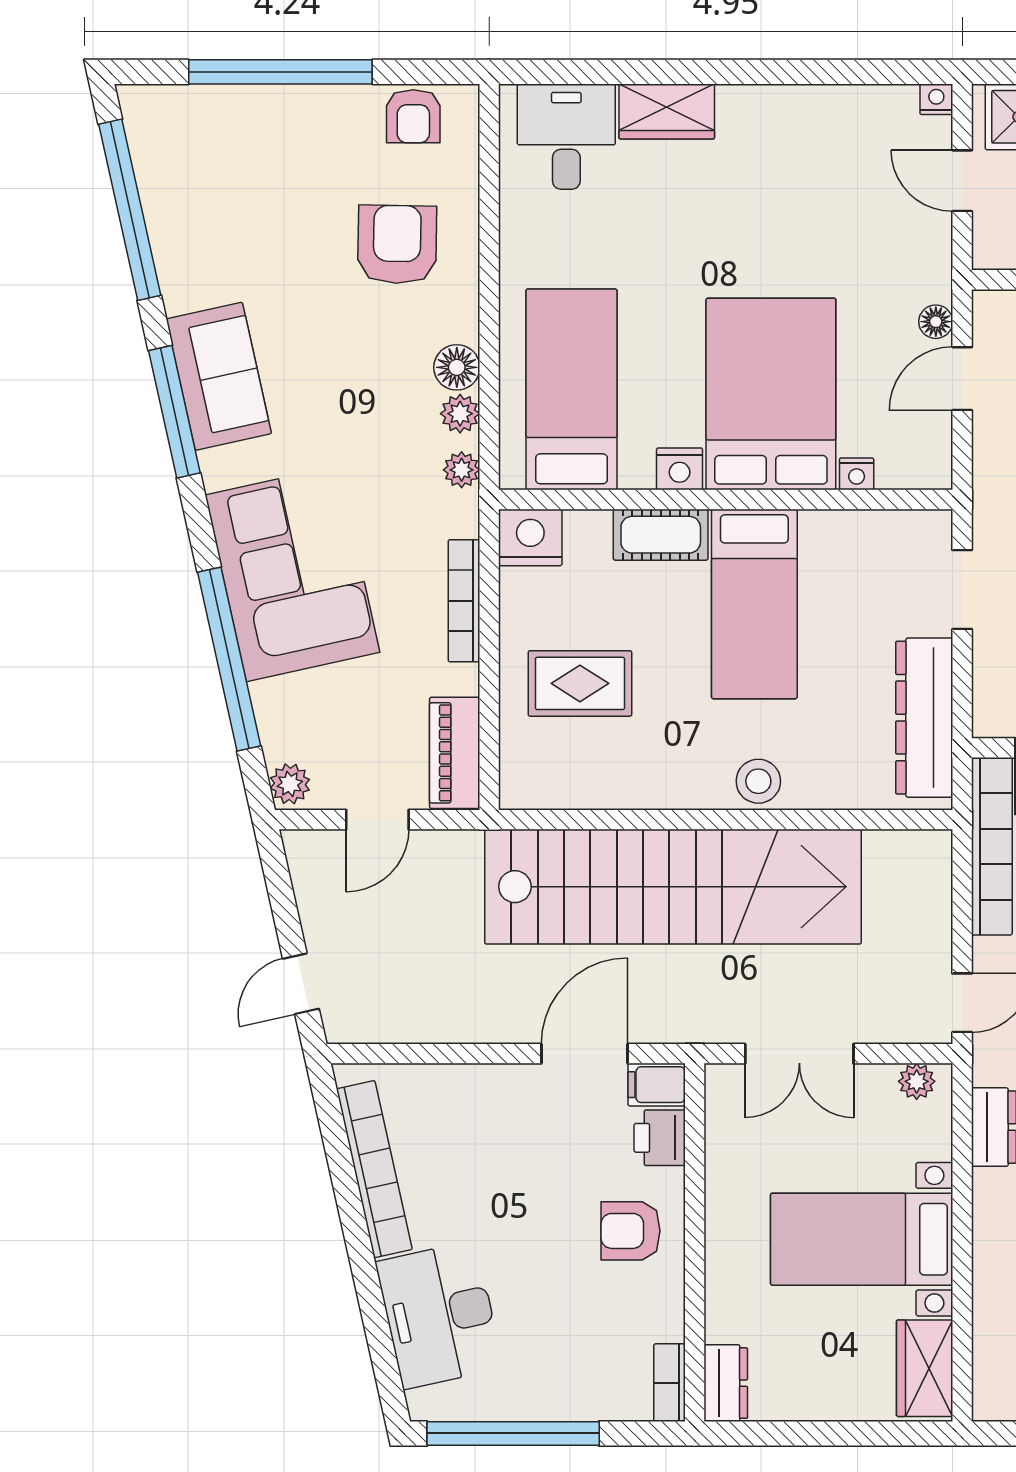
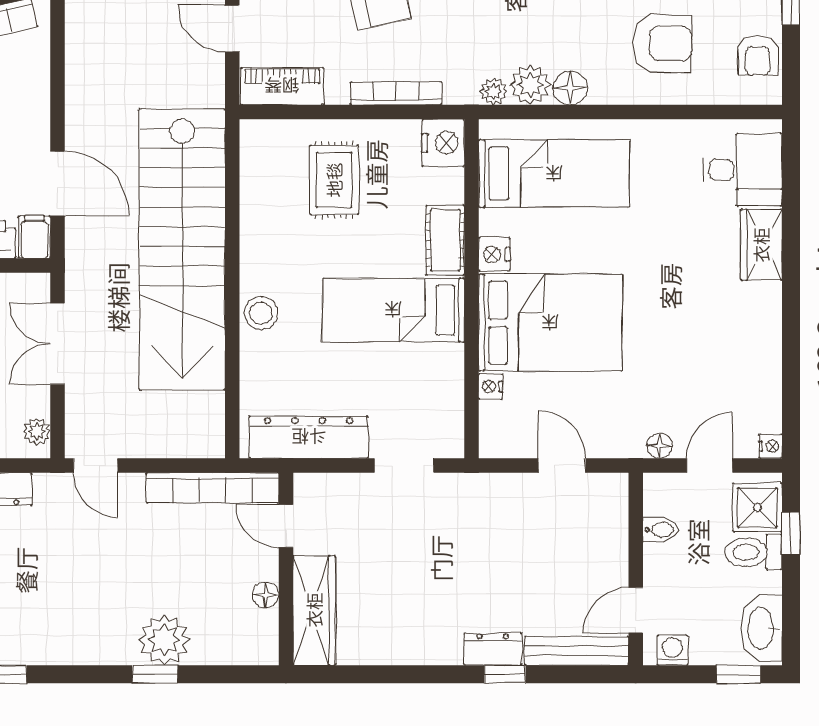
armchair: (413, 116) -> (758, 55), turned -90
floor lamp: (936, 322) -> (659, 446), moved
plant: (460, 414) -> (530, 85), width x1.38, depth x1.38

